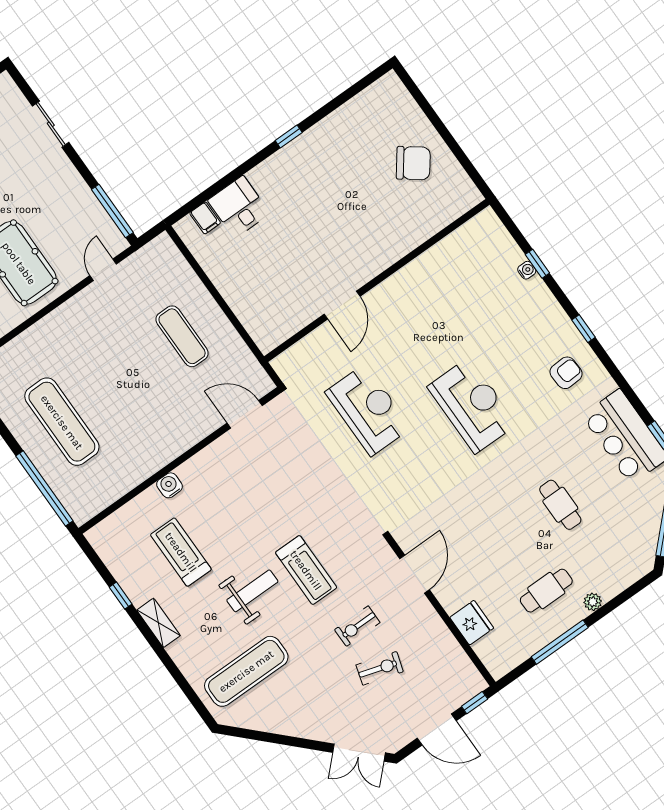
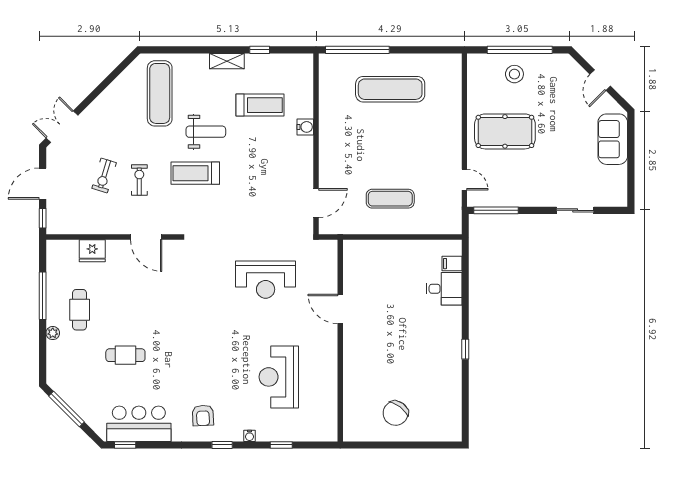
water cooler: (527, 270) -> (250, 436), moved
reception desk: (472, 406) -> (279, 377), moved, turned 90
weight bench: (252, 591) -> (206, 132), turned -90

